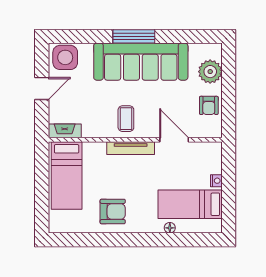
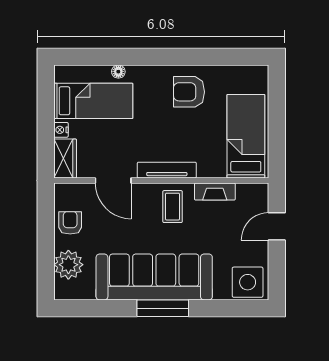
door: (42, 88) -> (277, 226), moved
fireplace: (65, 131) -> (215, 192), moved
wardrobe: (213, 158) -> (65, 159), added

